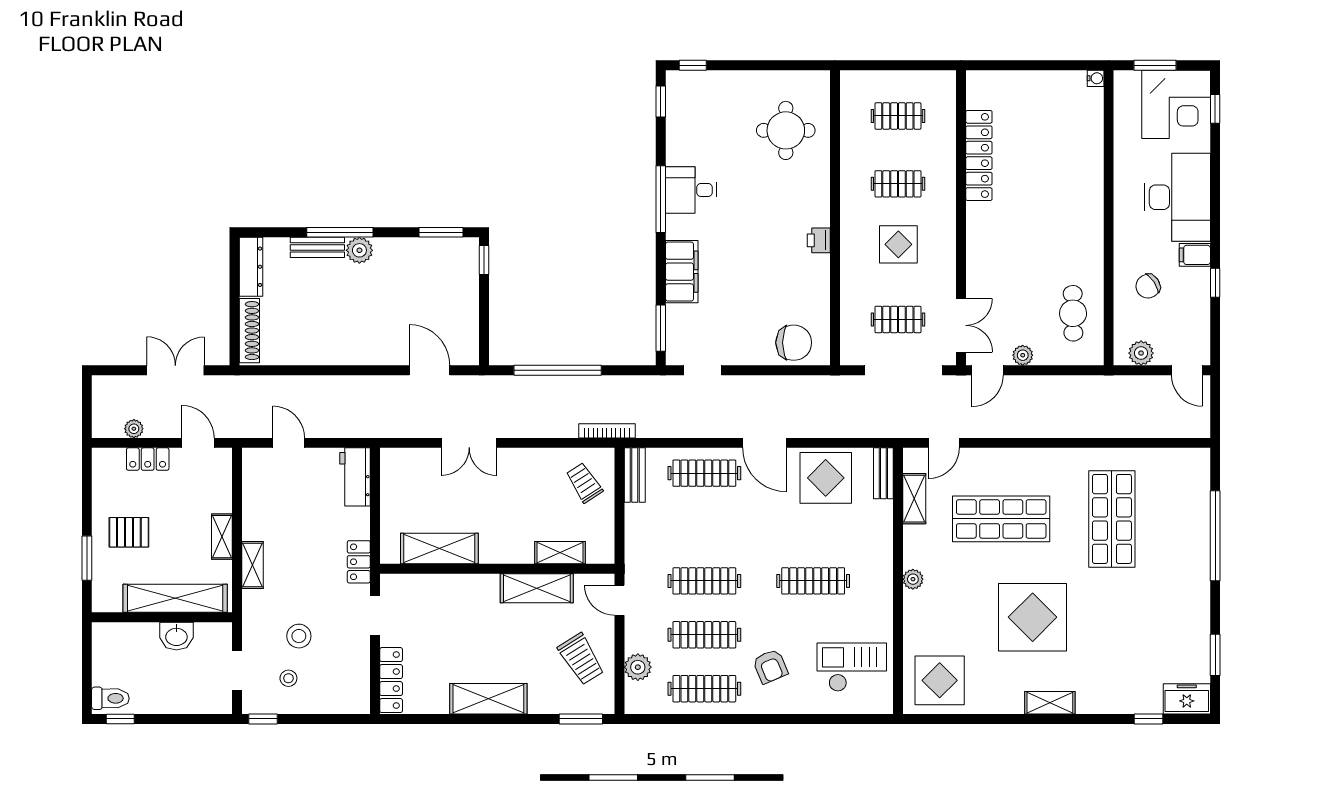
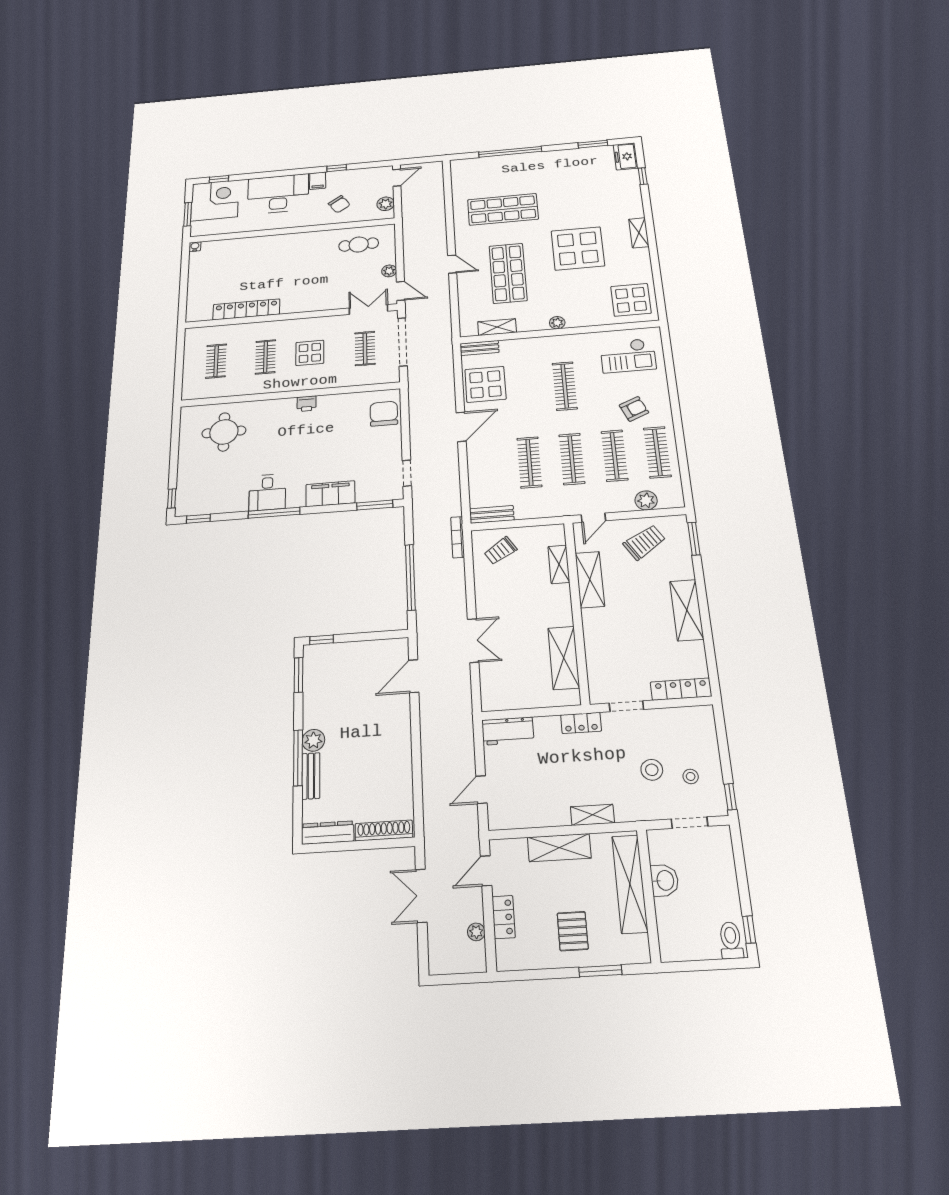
door: (944, 443) -> (452, 264), moved
clothes rail: (704, 473) -> (529, 462), moved
shelving: (222, 537) -> (559, 848), width x1.50, depth x1.33
checkout: (852, 667) -> (628, 356), turned -90

